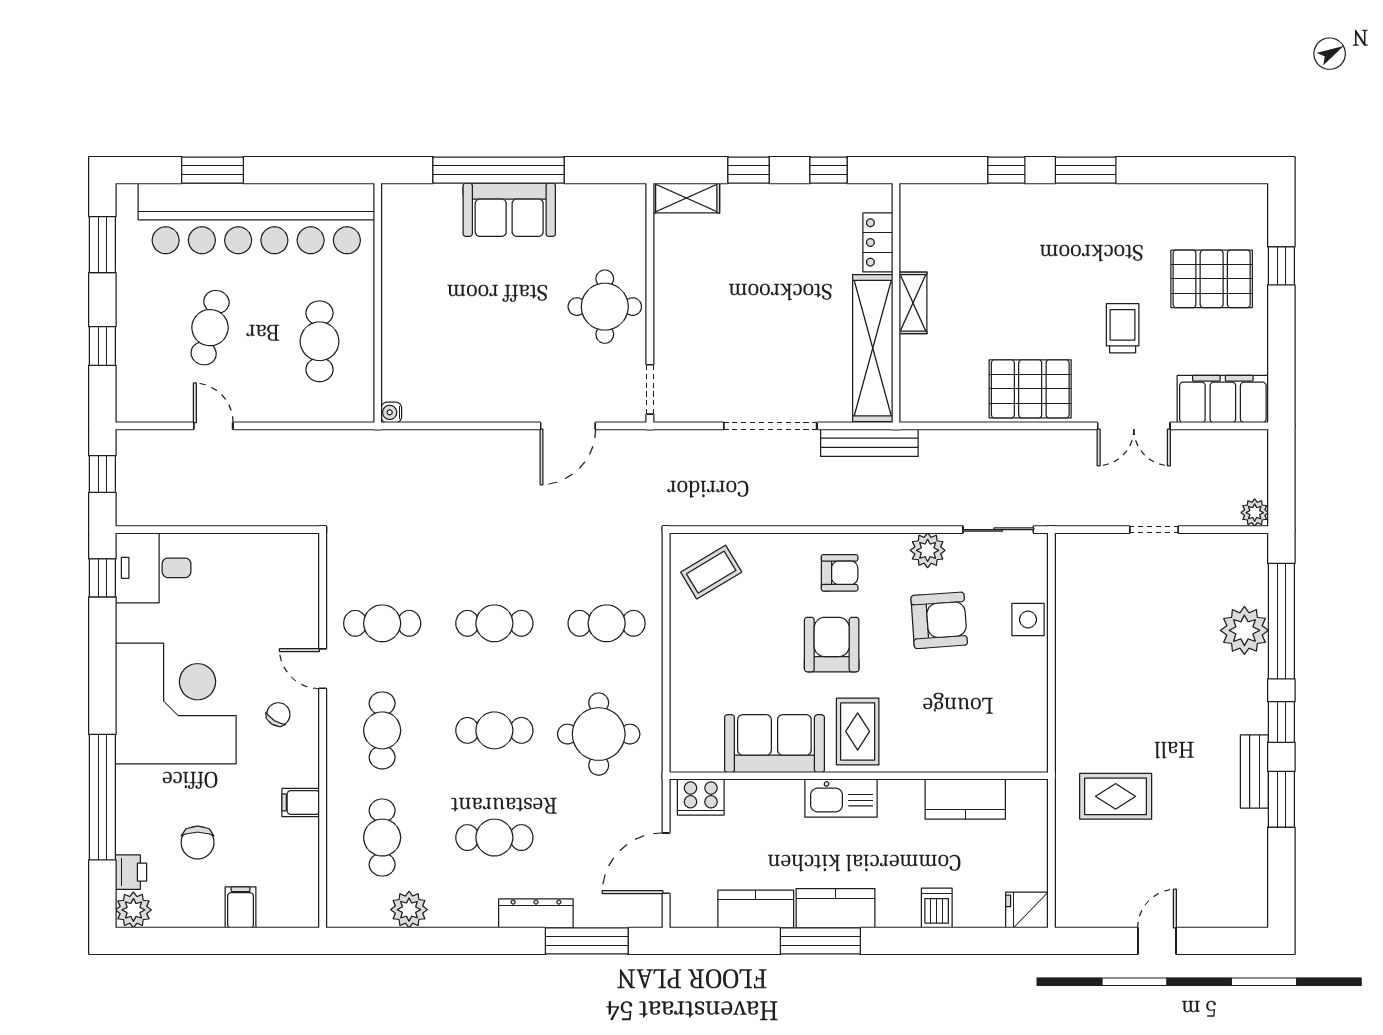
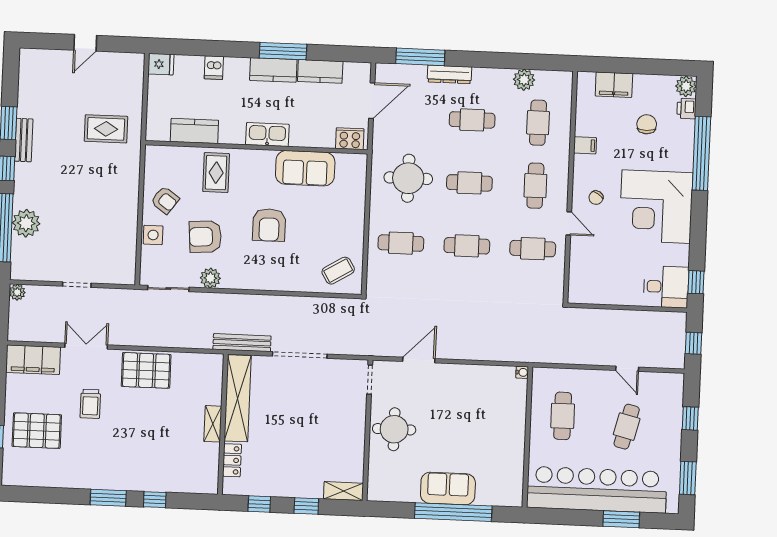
armchair: (840, 573) -> (165, 200), moved, turned -144
rug: (858, 731) -> (216, 173), moved
filing cabinet: (241, 907) -> (614, 85), width x2.00

